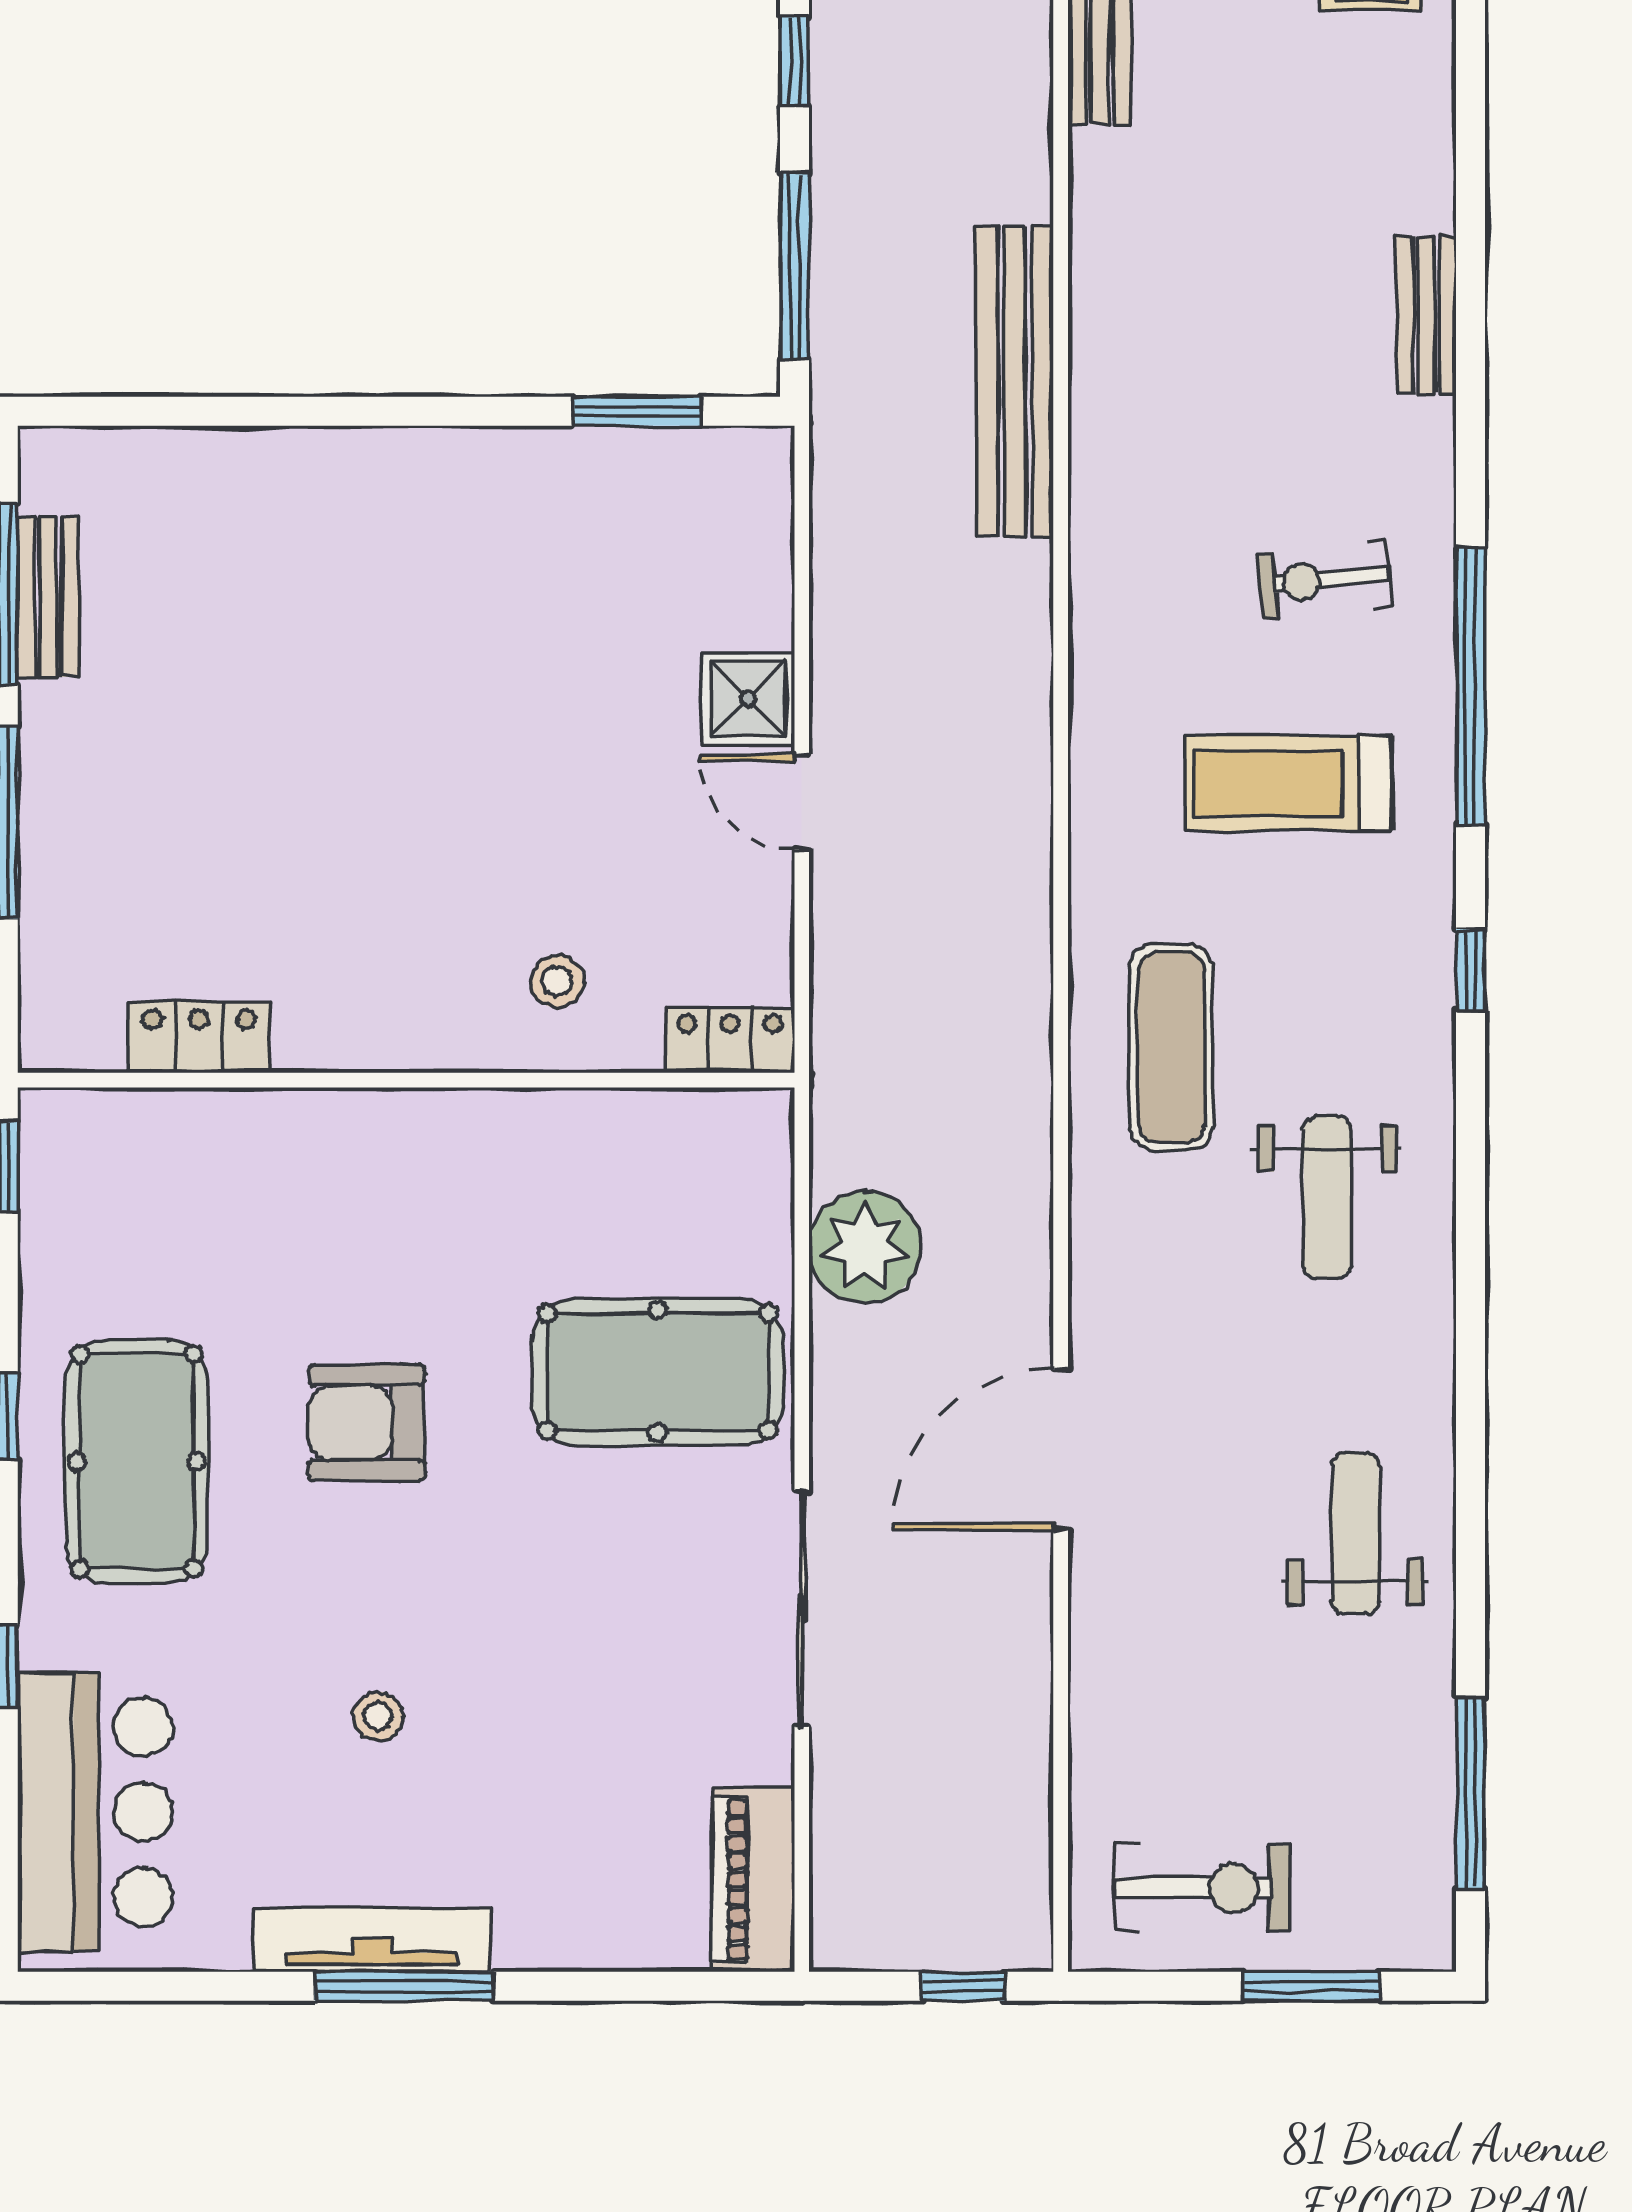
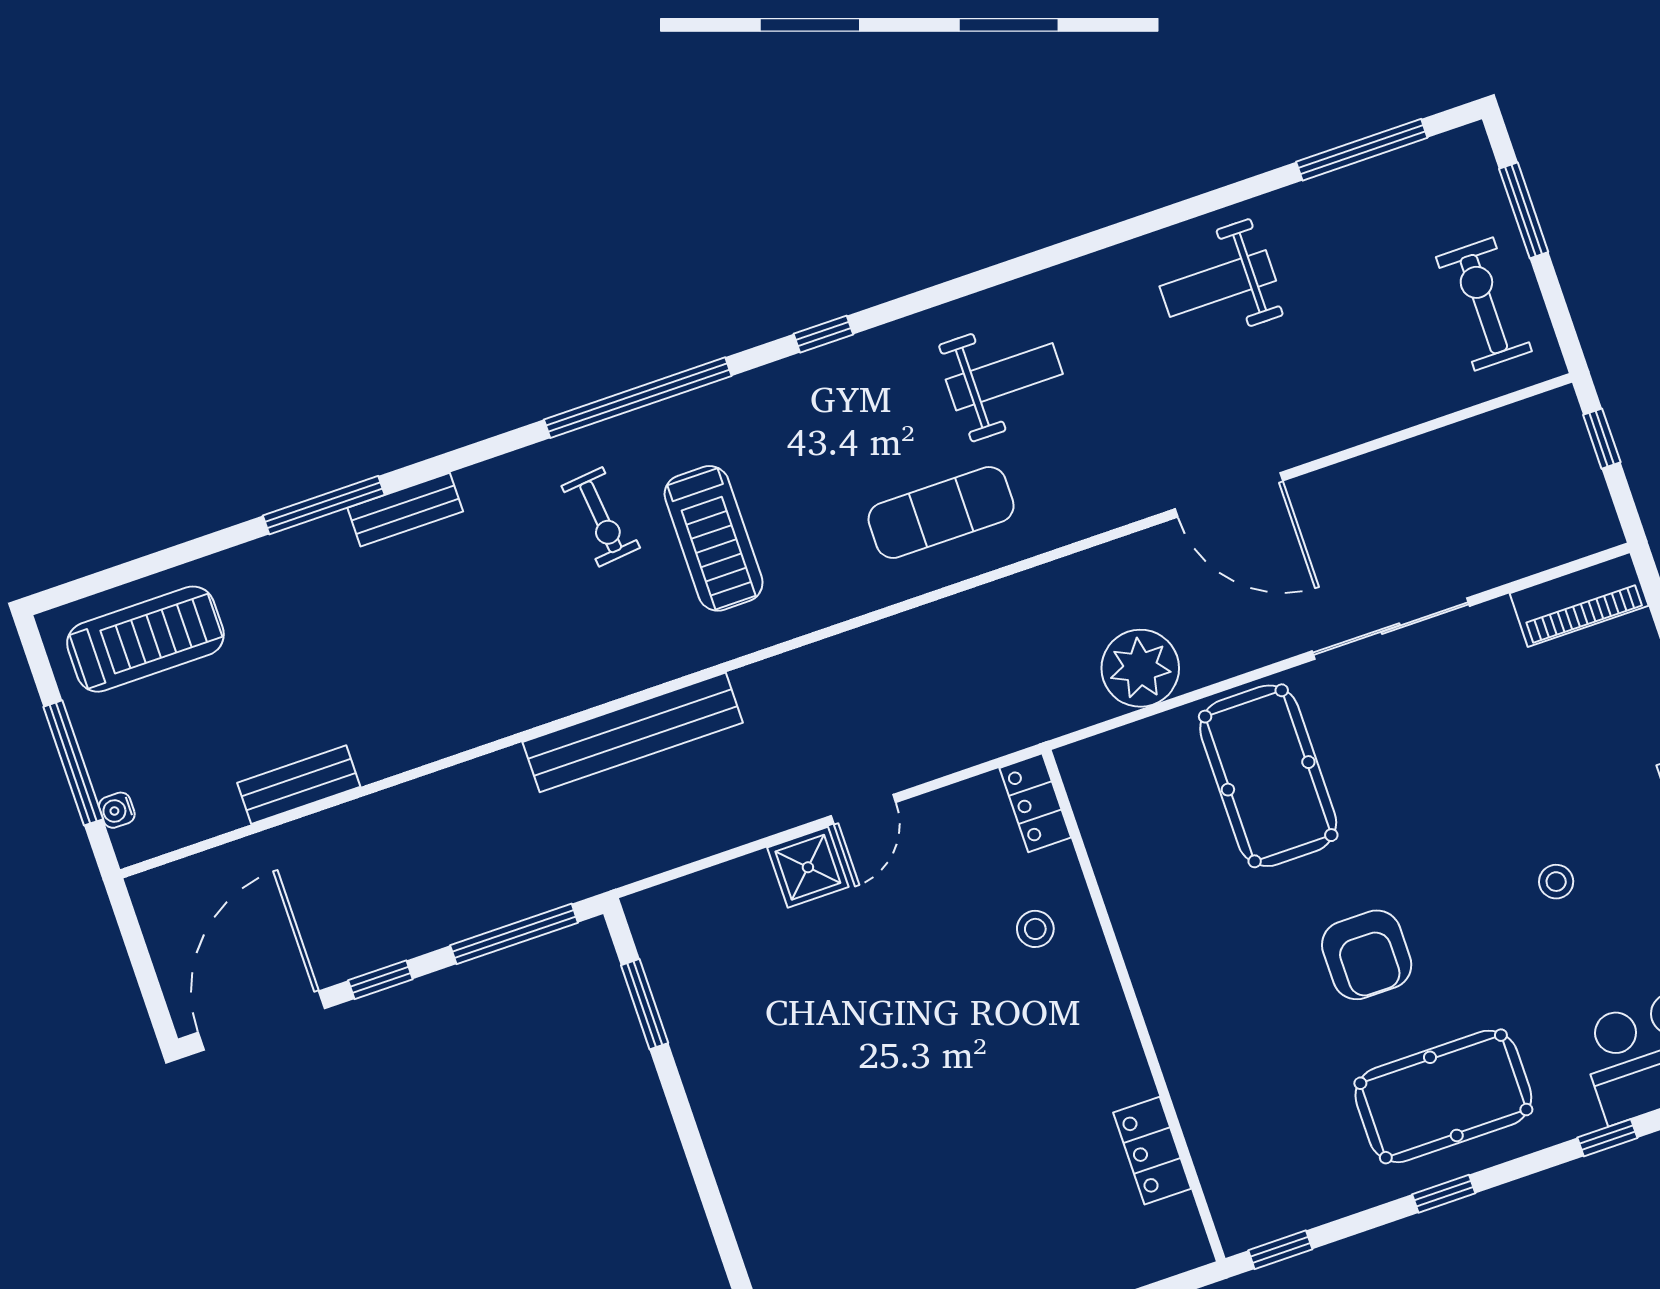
window: (1471, 206) -> (324, 505), added
bench: (1015, 381) -> (633, 732), moved
treadmill: (1289, 783) -> (714, 538), moved

